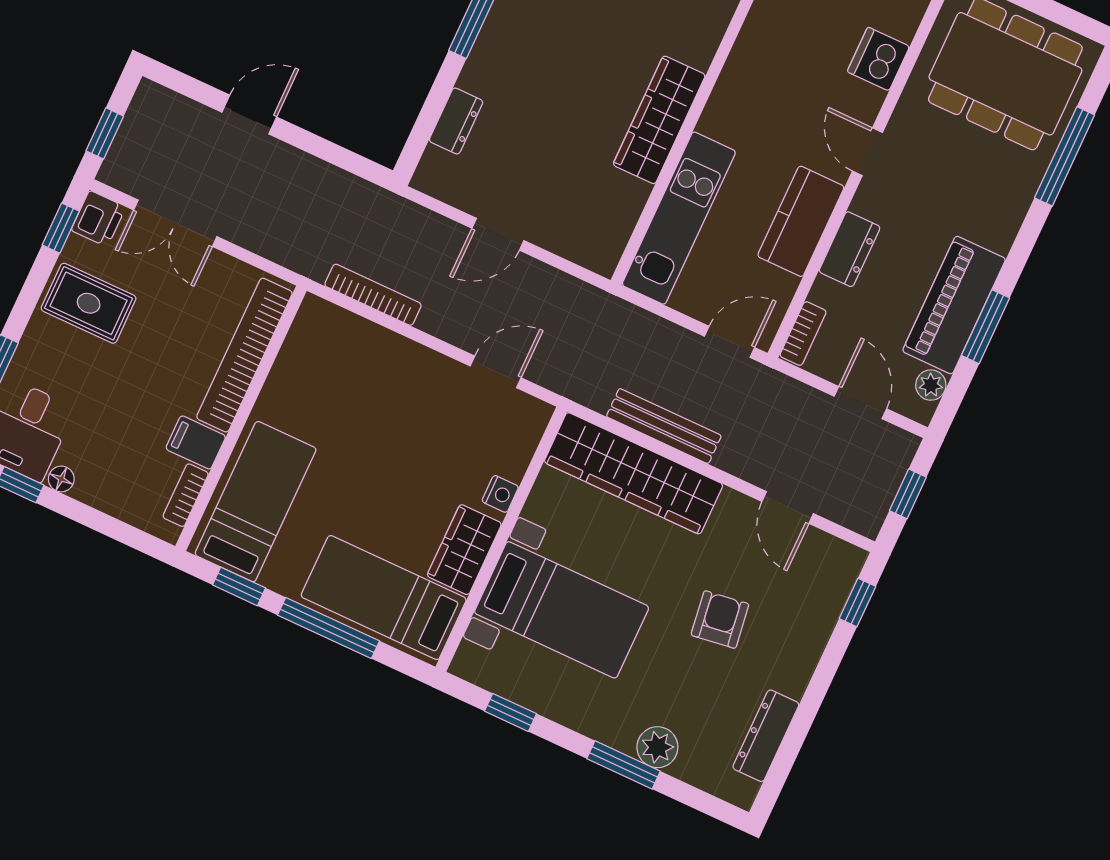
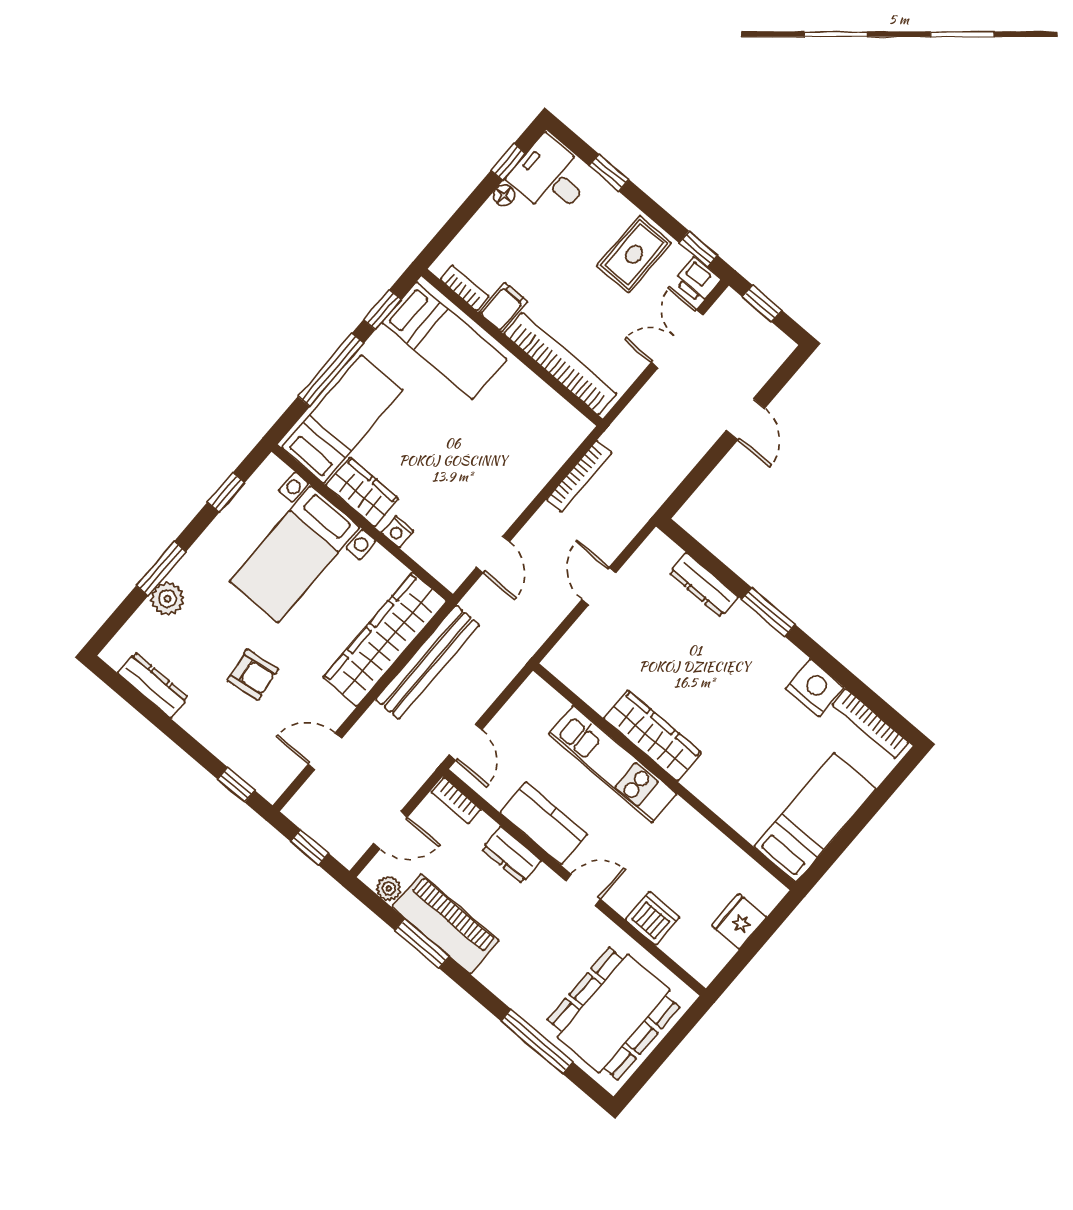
dresser: (456, 121) -> (704, 585), width x1.44
kitchen unit: (679, 218) -> (613, 764), moved
bench: (664, 426) -> (428, 662), width x1.37, depth x1.21

